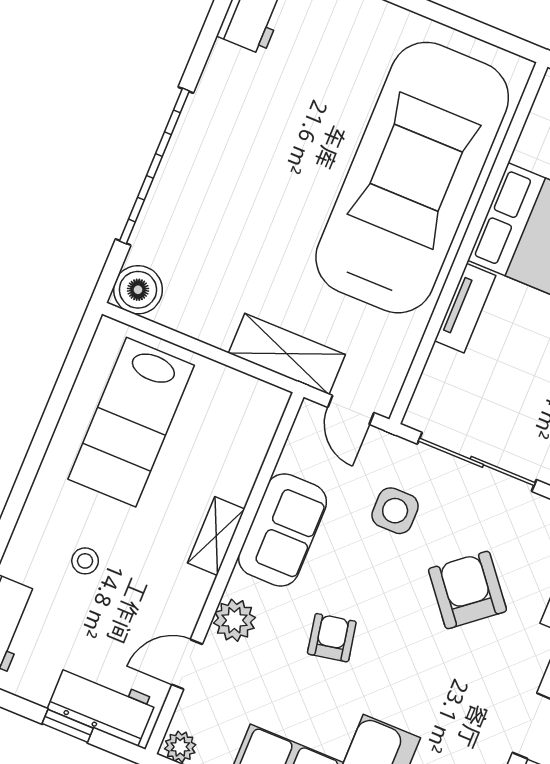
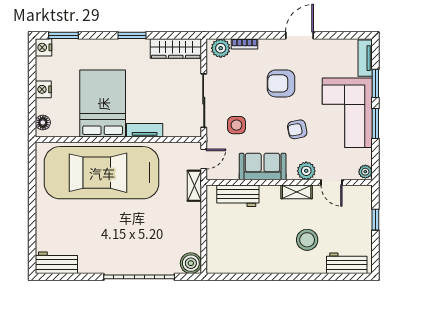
shelving: (287, 354) -> (194, 186), width x0.67, depth x0.75
lab bench: (131, 422) -> (245, 244), removed
shelving: (216, 536) -> (297, 192), moved
stool: (85, 561) -> (307, 240), width x1.89, depth x1.89
armchair: (467, 590) -> (281, 83), moved, turned 39
workbench: (102, 704) -> (238, 196), moved, turned -90

